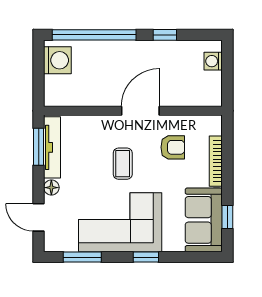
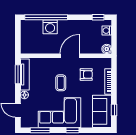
window: (165, 35) -> (98, 17), moved
washing machine: (57, 60) -> (50, 27), moved, turned 90
boiler: (213, 97) -> (107, 49), added

